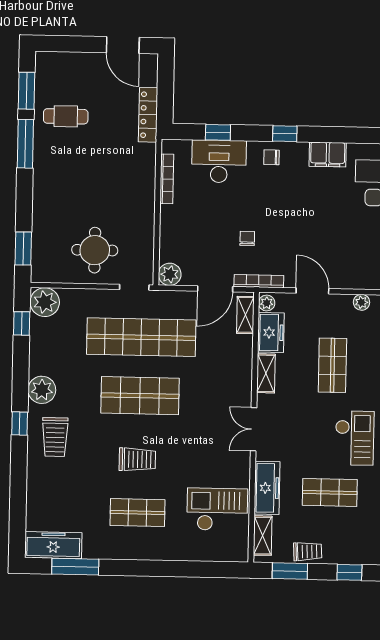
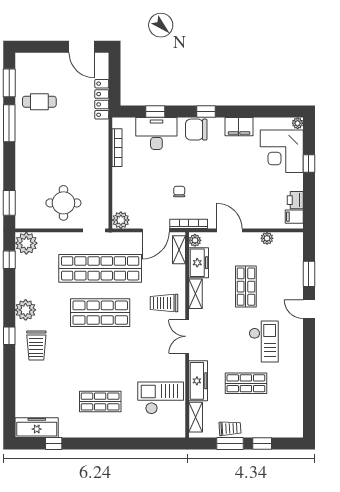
chair: (271, 157) -> (196, 130), width x1.87, depth x1.87
trolley: (137, 459) -> (164, 303), moved, turned 180
window: (75, 567) -> (54, 444), width x0.46
window: (290, 571) -> (230, 444), moved

